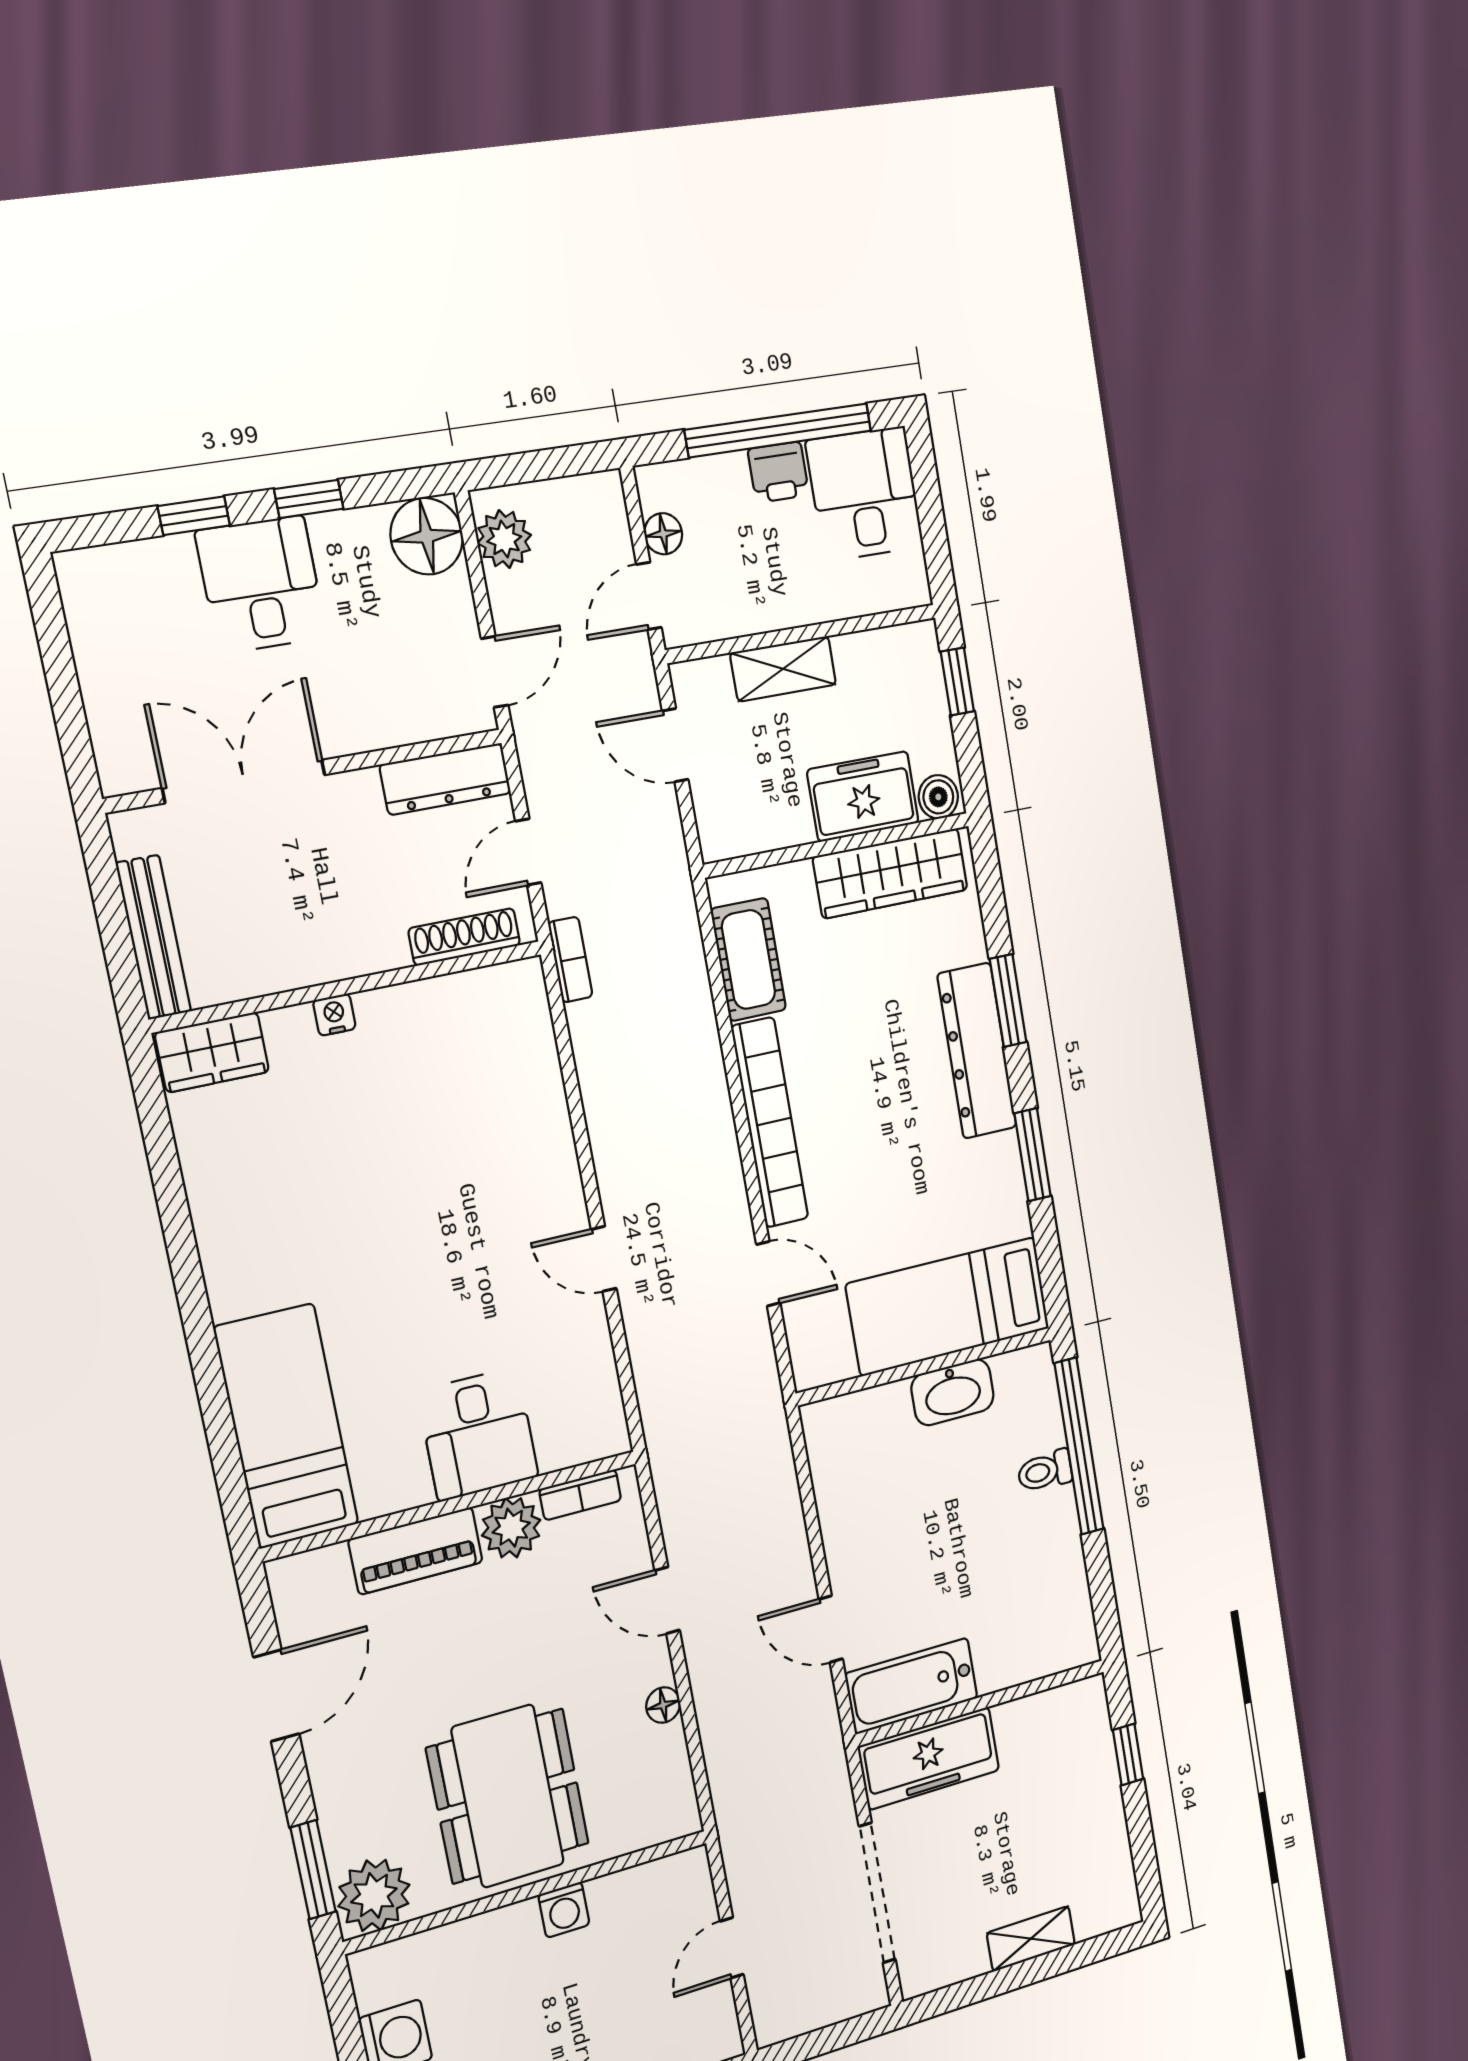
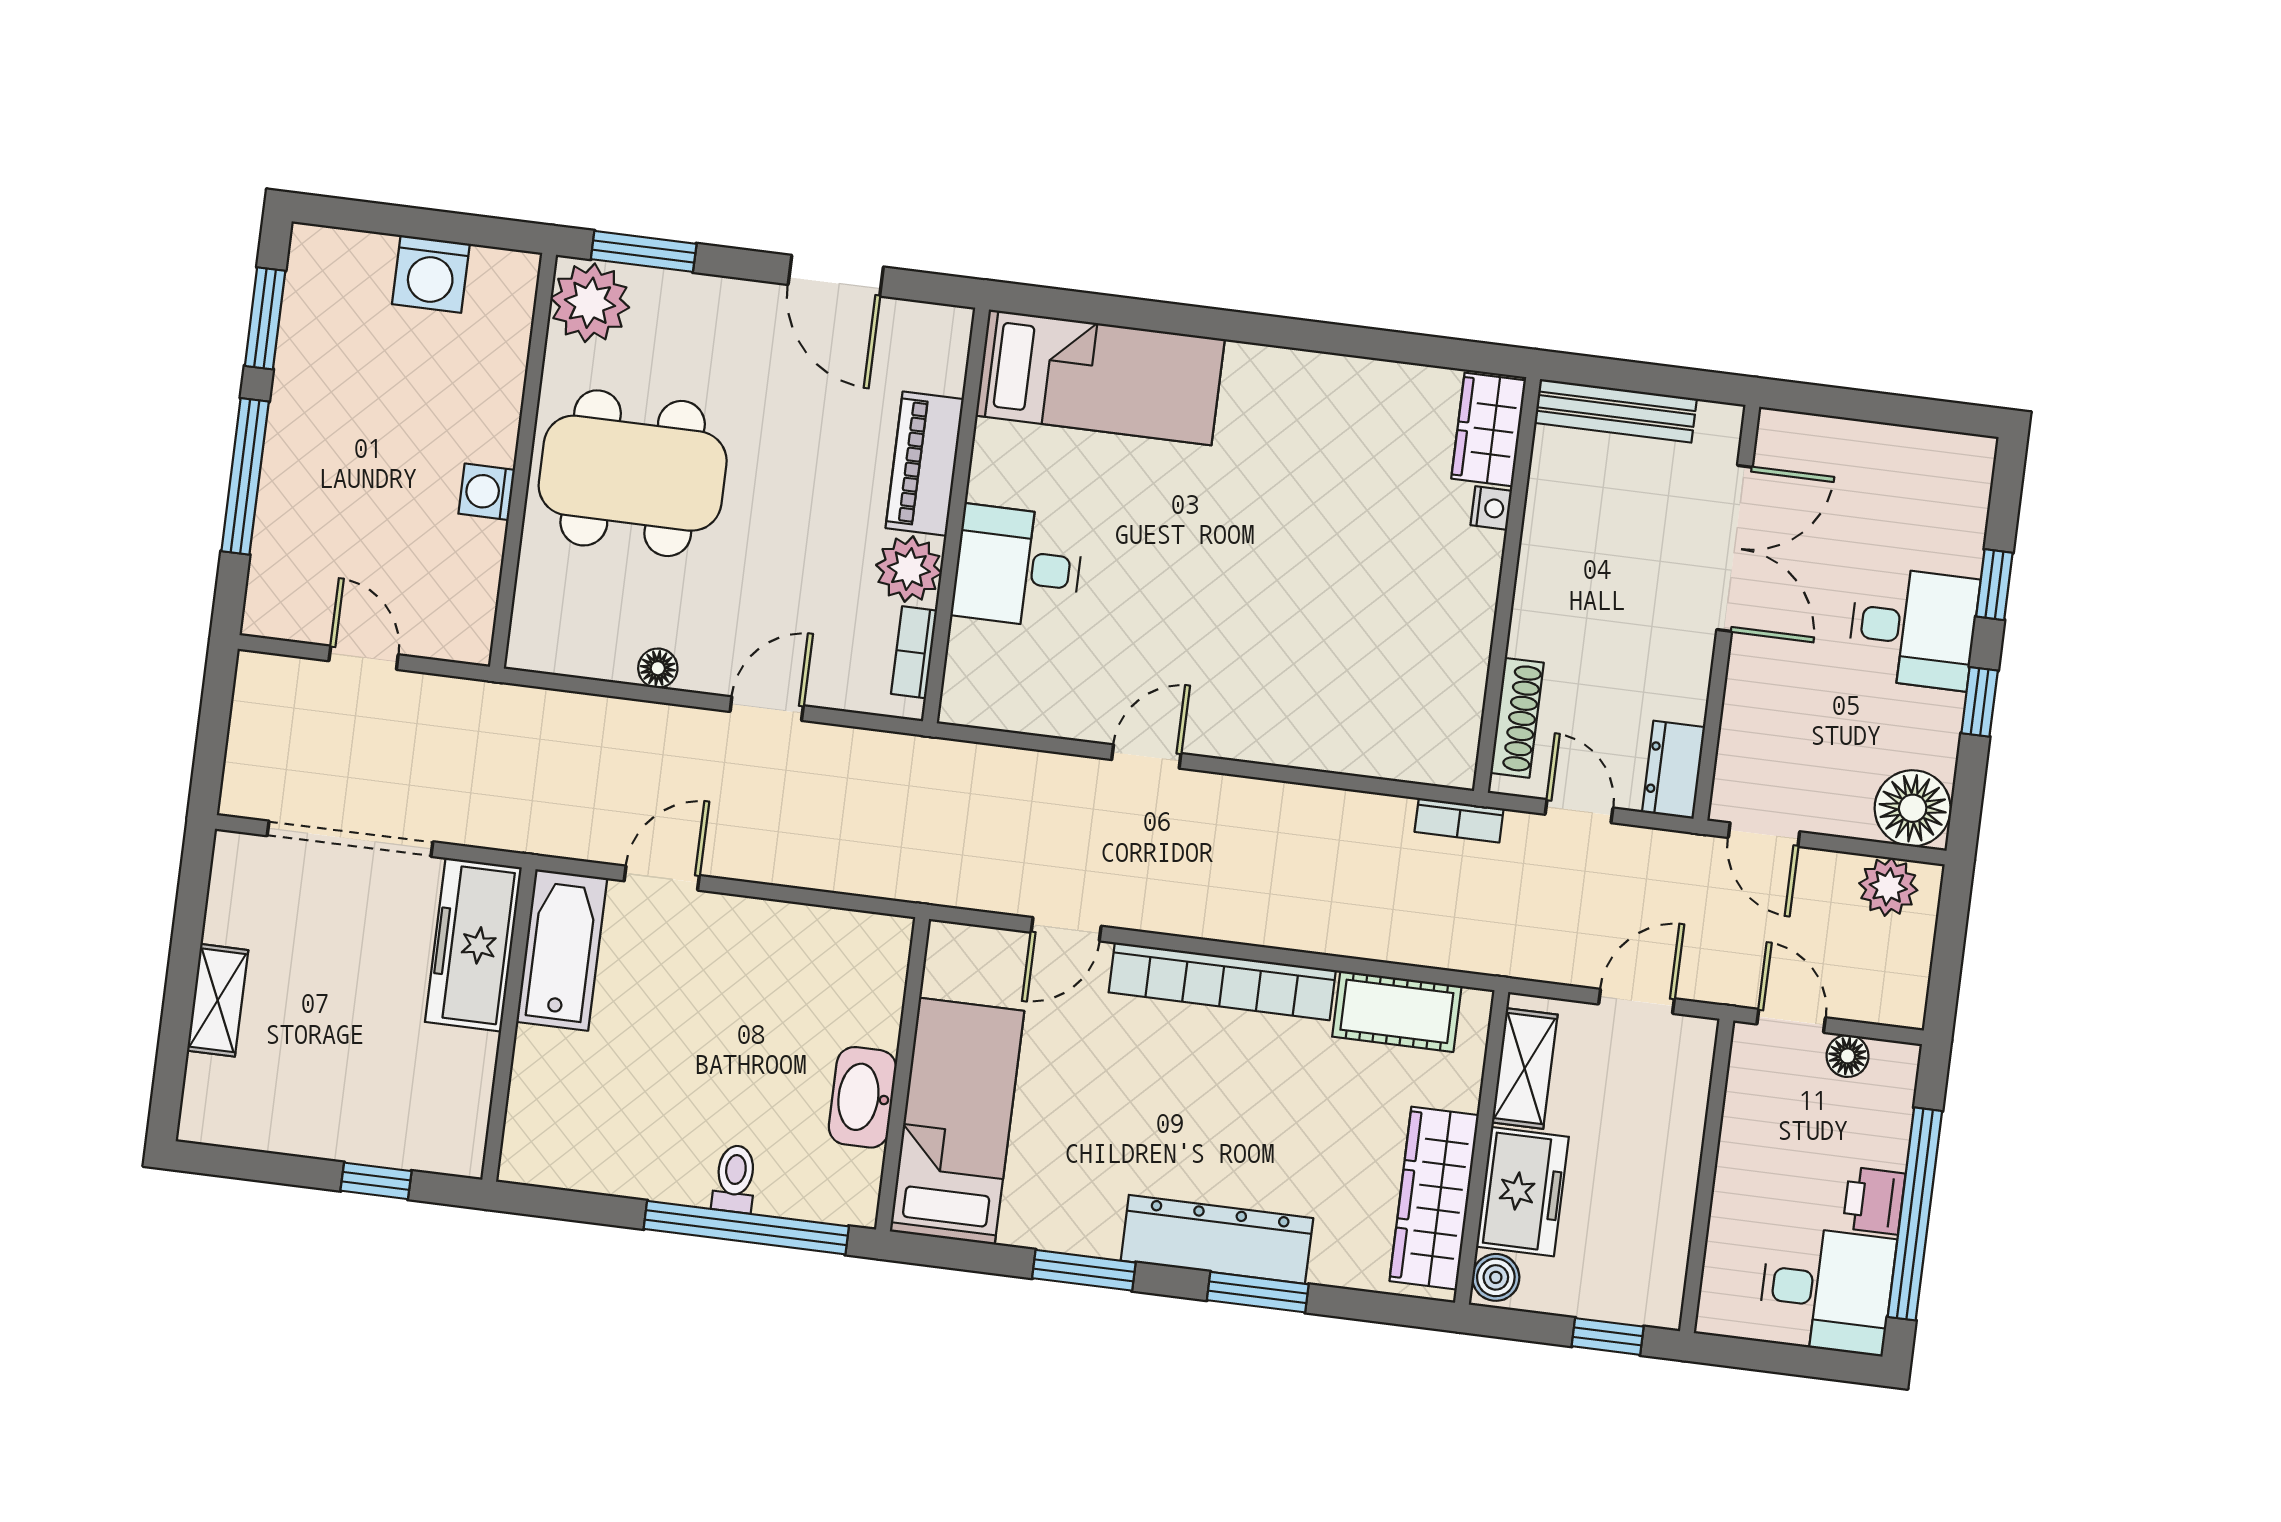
shelving: (783, 669) -> (1525, 1068), moved
dresser: (445, 779) -> (1673, 770), width x0.70
nightstand: (334, 1015) -> (1491, 508), moved

